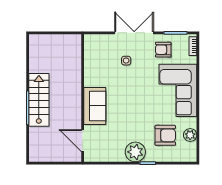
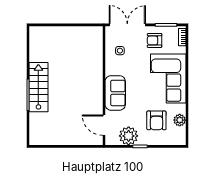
wall: (83, 98) -> (104, 86), moved
sofa: (95, 106) -> (115, 93), moved
armchair: (165, 135) -> (156, 120), turned 90
door: (83, 141) -> (104, 125), moved

